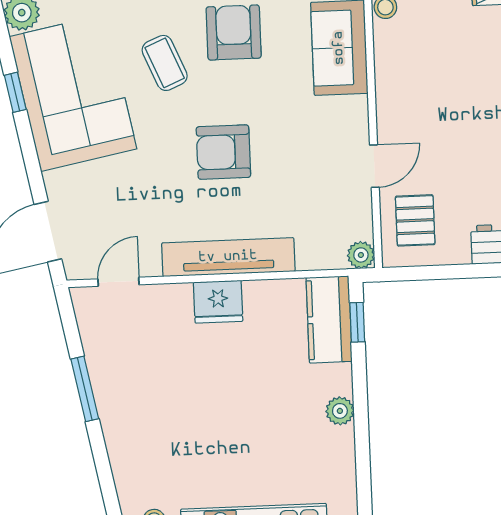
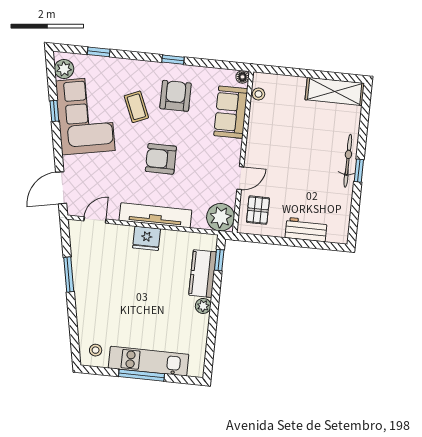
plant: (361, 255) -> (221, 217), width x1.88, depth x1.88
kitchen counter: (329, 319) -> (203, 274), moved

